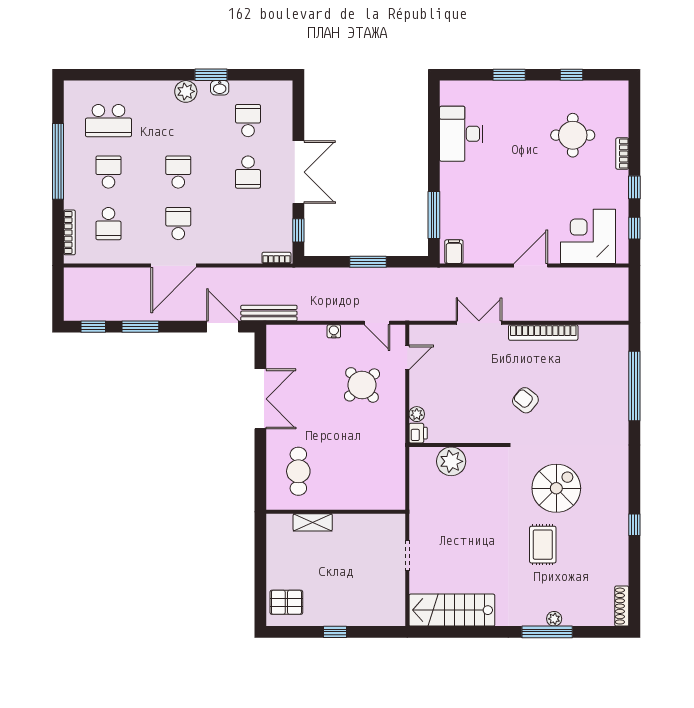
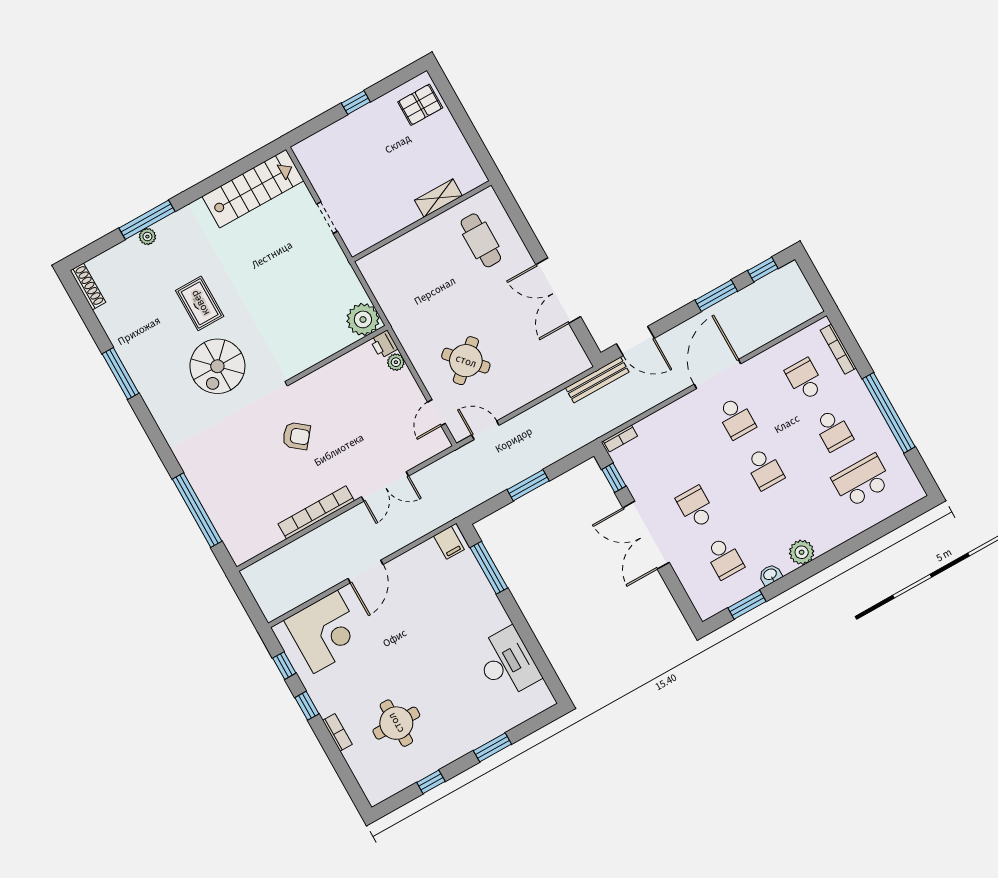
window: (211, 75) -> (747, 605), moved
water cooler: (334, 331) -> (523, 398), removed
plant: (451, 461) -> (363, 319), moved
window: (634, 525) -> (120, 373), width x2.17

